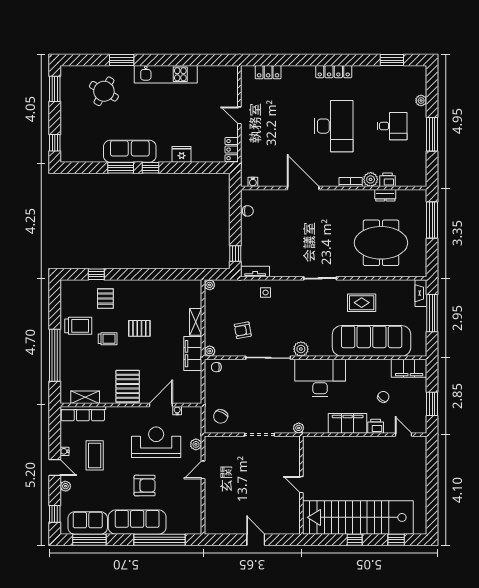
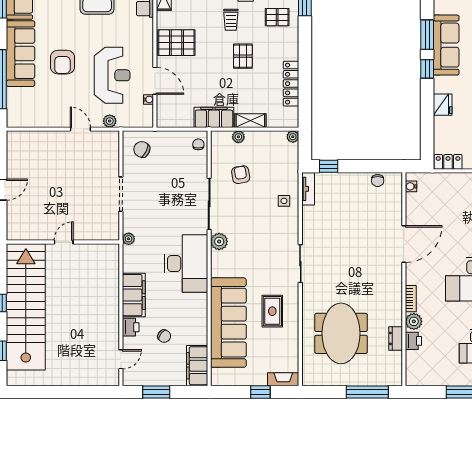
locker: (163, 286) -> (291, 84), added
window: (432, 313) -> (260, 392), width x0.46
plant: (210, 351) -> (238, 137), moved

